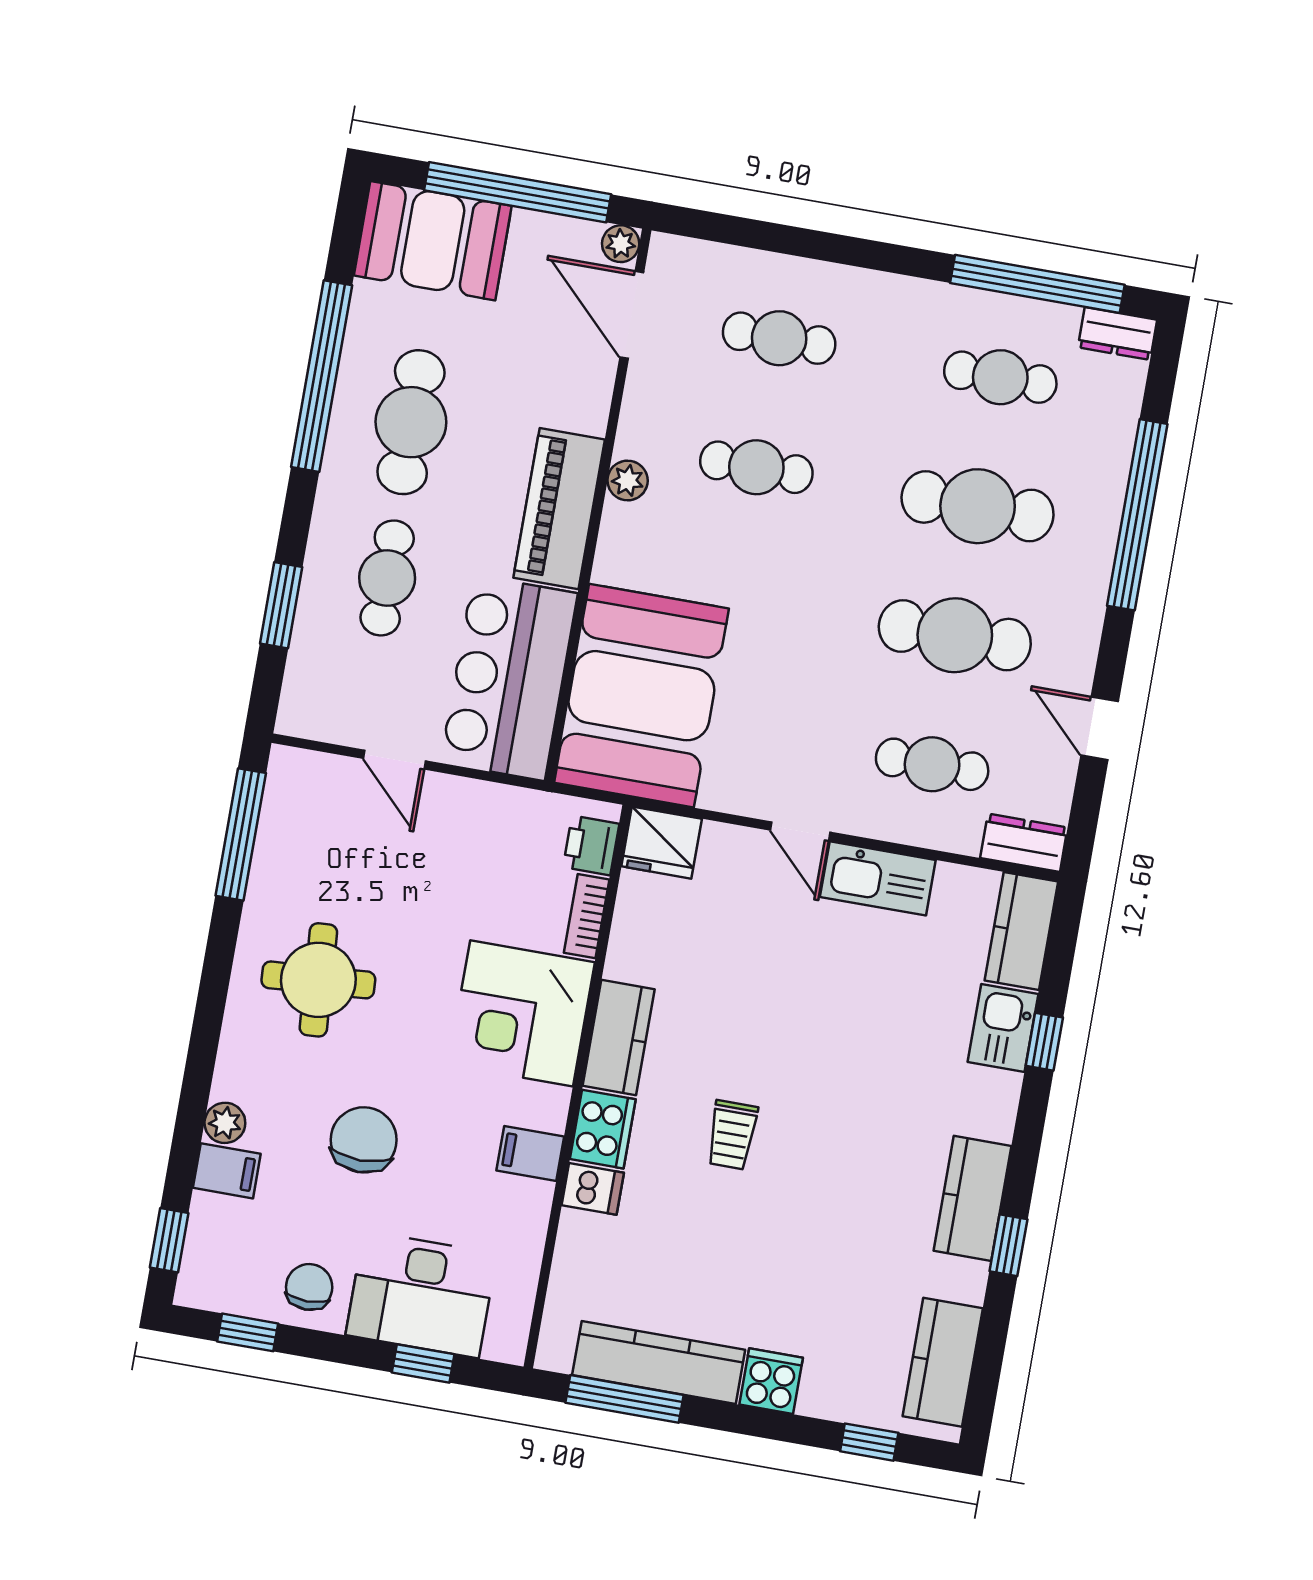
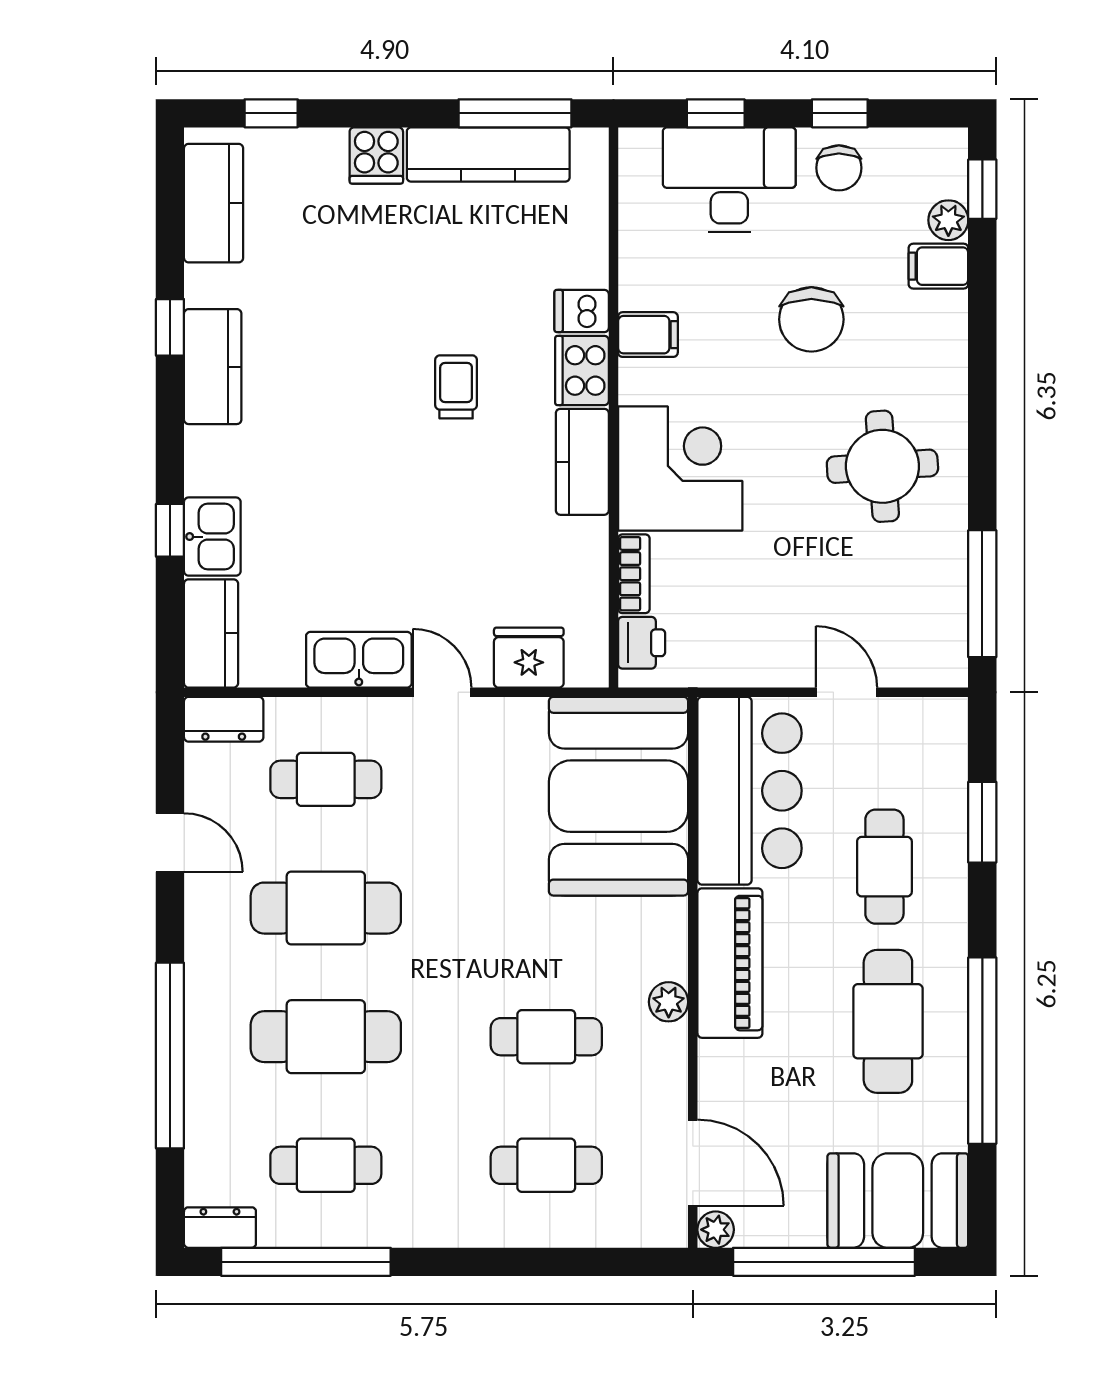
fridge: (662, 843) -> (529, 658), moved
plant: (225, 1123) -> (948, 220), moved
window: (248, 1332) -> (840, 113), moved

